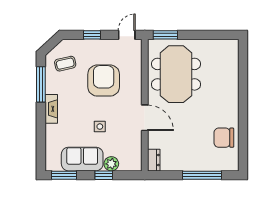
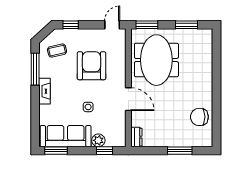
window: (92, 35) -> (71, 25), moved
window: (210, 35) -> (187, 25), added
sofa: (82, 159) -> (66, 136), width x1.36
window: (104, 175) -> (105, 151), moved
window: (202, 175) -> (180, 151), width x0.69

